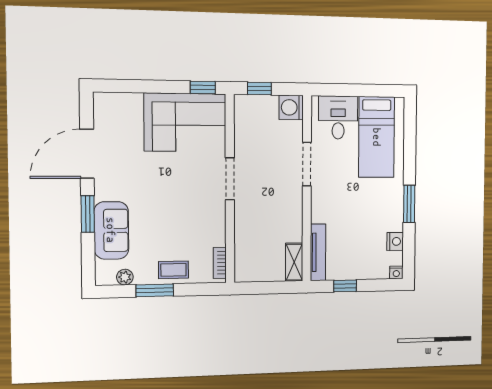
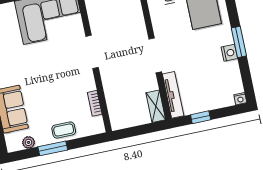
doorway: (307, 164) -> (155, 55), moved
nightstand: (395, 241) -> (229, 53), moved
bookcase: (220, 263) -> (95, 103), moved

